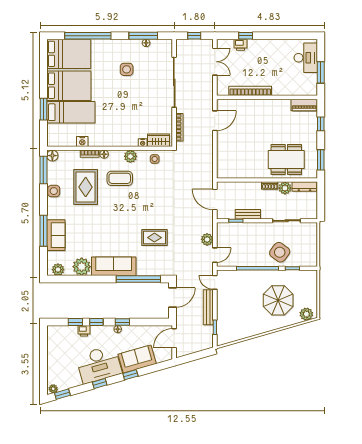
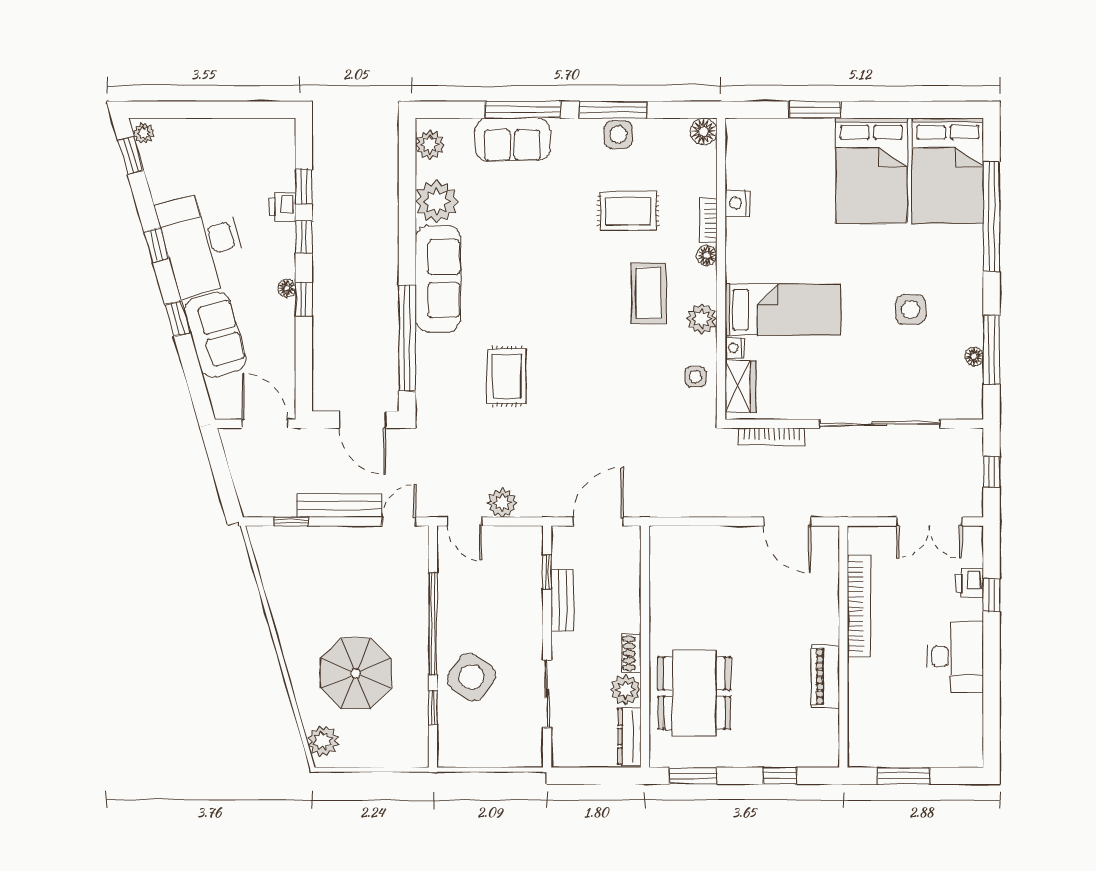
desk: (306, 58) -> (955, 657), moved, turned -90
piano: (304, 105) -> (825, 677), moved
bed: (71, 112) -> (783, 310), moved, turned -90
window: (43, 170) -> (613, 110), moved
rug: (86, 187) -> (628, 211), width x0.73, depth x0.70

